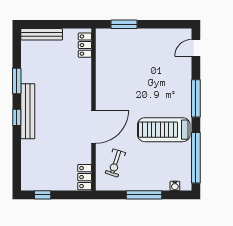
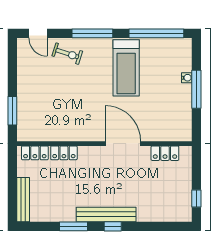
locker: (85, 72) -> (64, 153), added
exercise bike: (115, 163) -> (67, 54), moved
locker: (85, 177) -> (165, 153), moved
water cooler: (175, 186) -> (187, 78), moved

